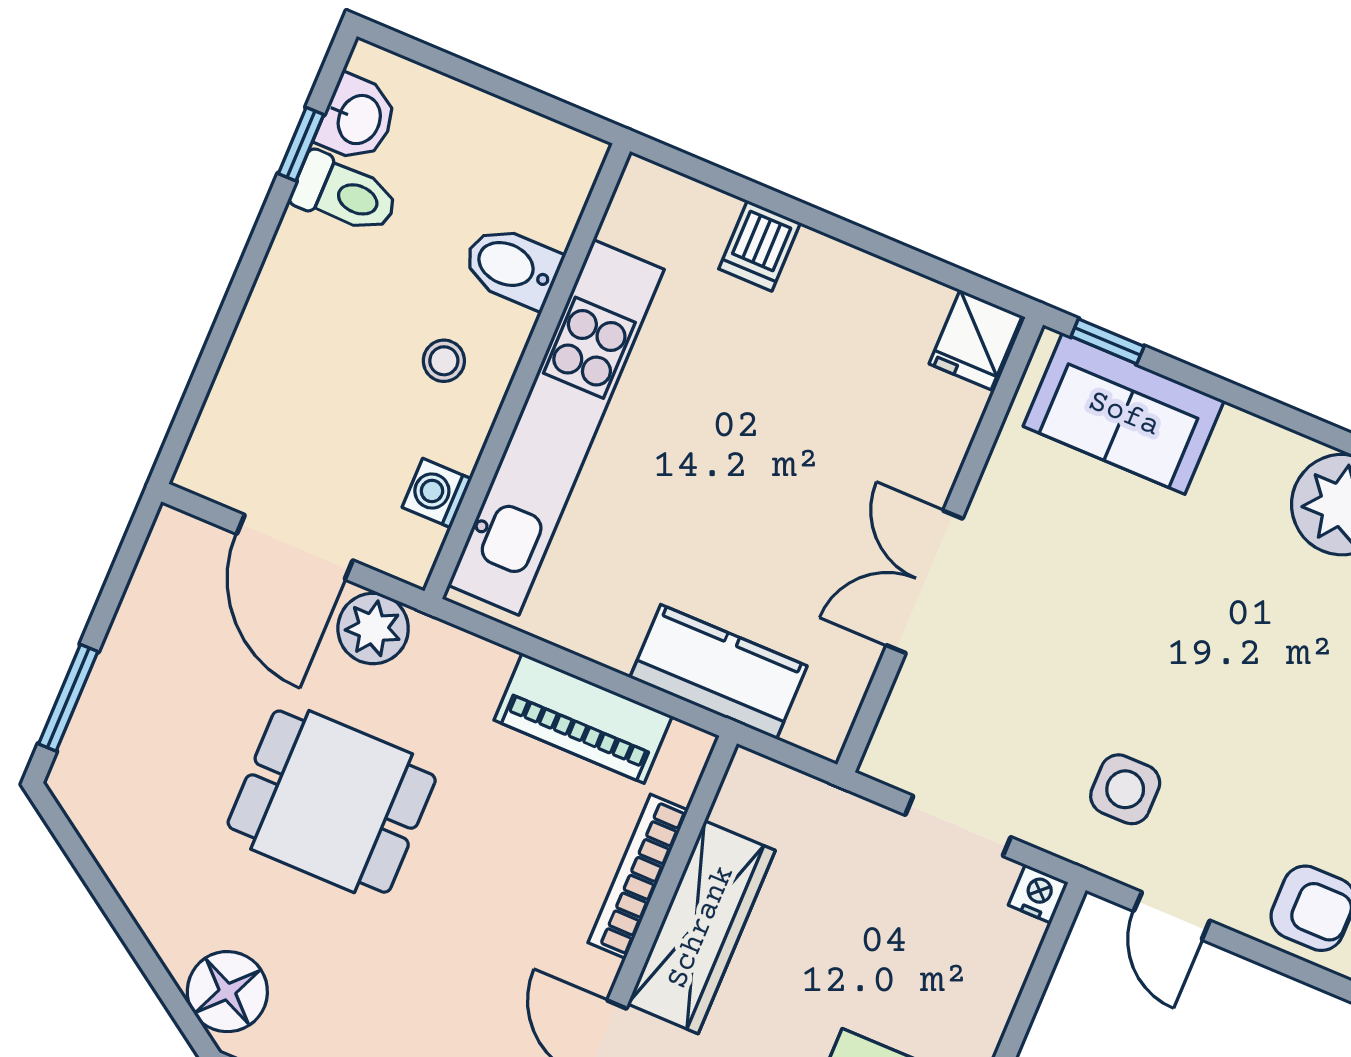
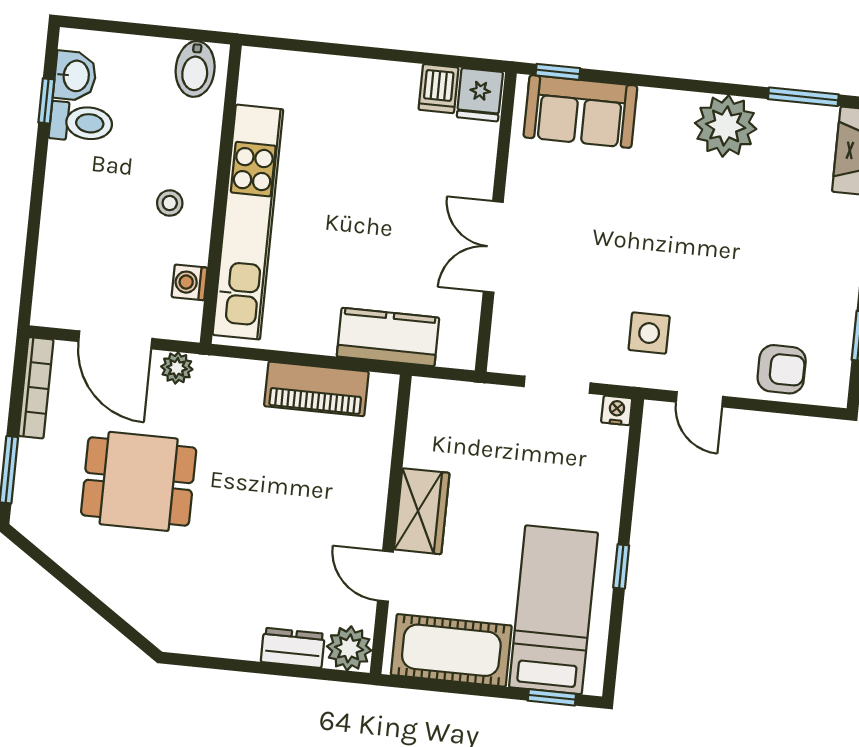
dishwasher: (760, 246) -> (438, 89), moved
bidet: (512, 266) -> (195, 69), moved, turned -90
plant: (373, 629) -> (177, 368), width x0.73, depth x0.73
dining table: (332, 802) -> (139, 481), moved
bookcase: (638, 876) -> (36, 388), moved, turned 180
wardrobe: (701, 927) -> (422, 511), width x0.67
floor lamp: (227, 992) -> (156, 614), removed

